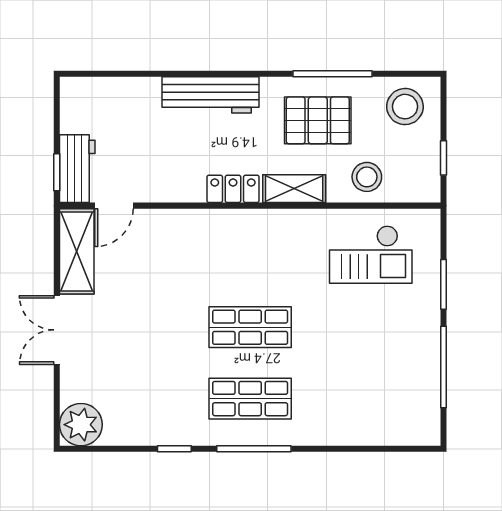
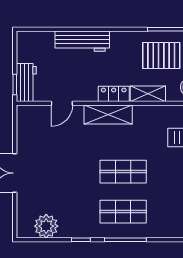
workbench: (211, 95) -> (82, 41), moved
door: (114, 206) -> (62, 103), moved
shelving: (77, 251) -> (108, 115), moved, turned 90
plant: (81, 425) -> (46, 226), moved

